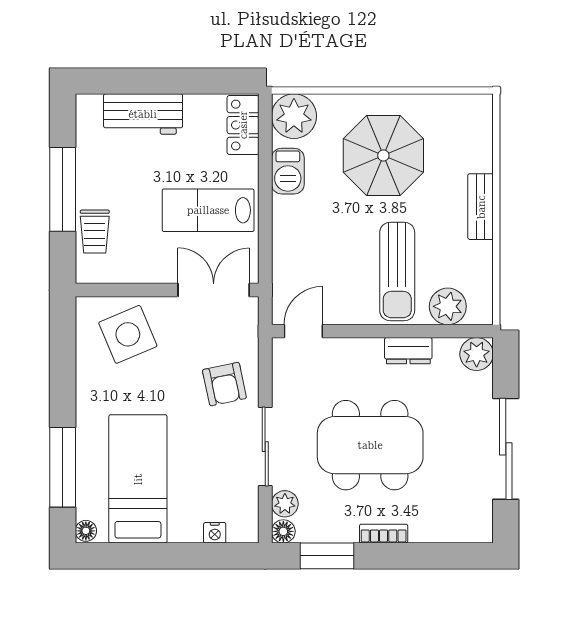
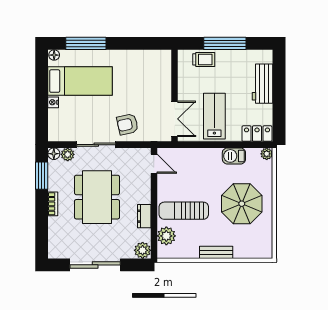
plant: (294, 116) -> (267, 154), width x0.53, depth x0.53
trolley: (95, 232) -> (204, 59), turned 180
side table: (128, 334) -> (152, 76), removed
nightstand: (215, 533) -> (53, 102), moved

